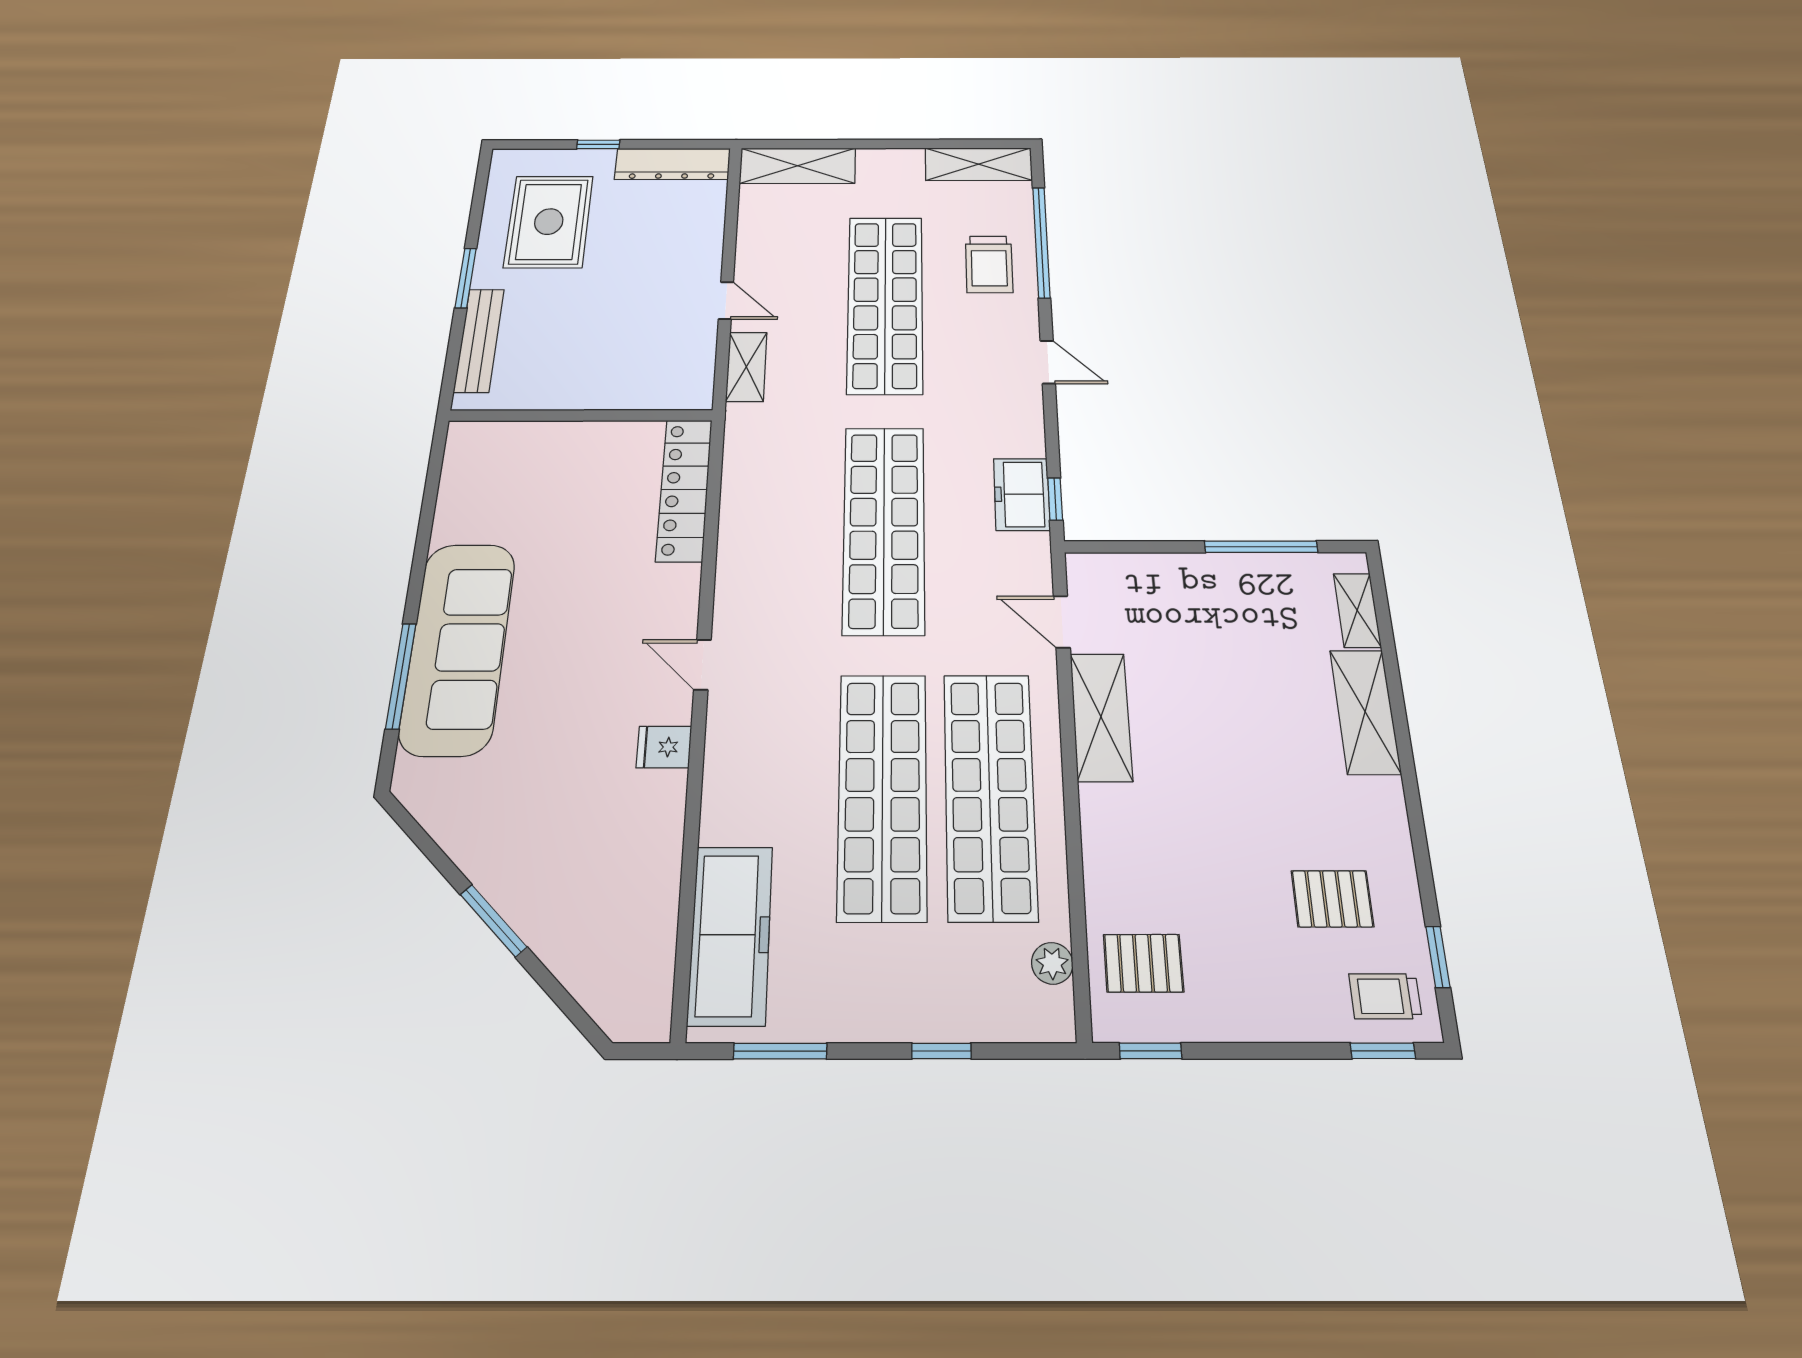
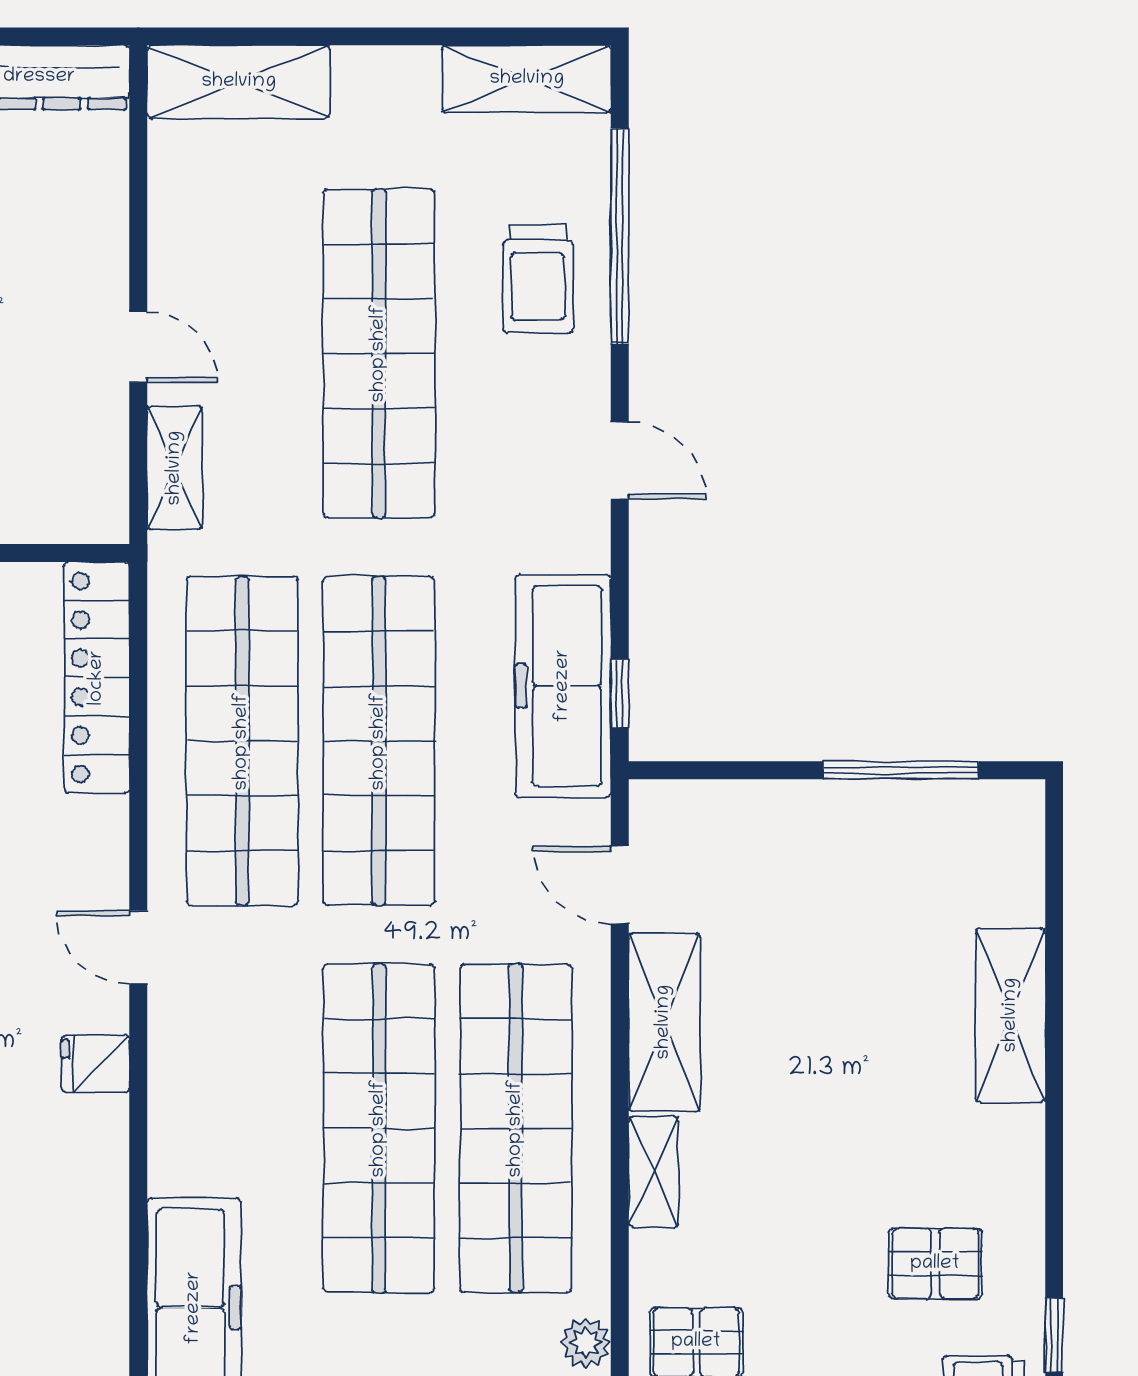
freezer: (1022, 494) -> (563, 686), width x1.91, depth x1.26
shop shelf: (786, 529) -> (242, 741), added
shelving: (1357, 610) -> (653, 1172), moved

